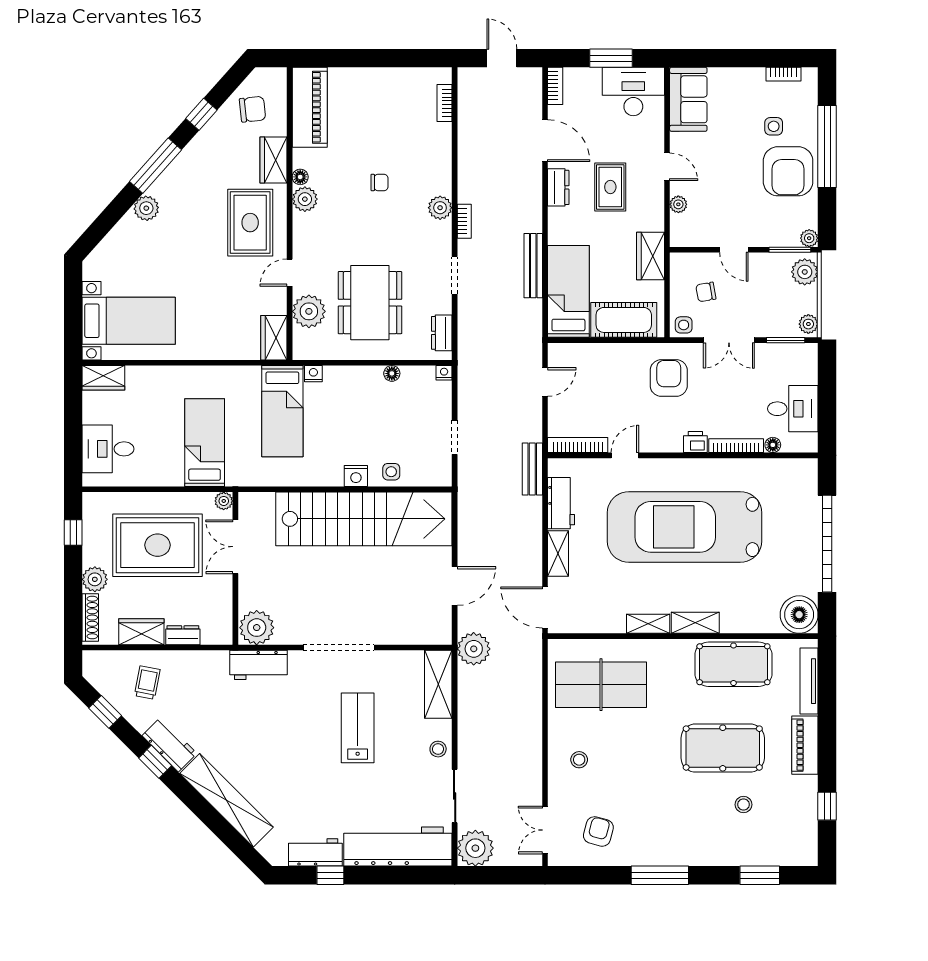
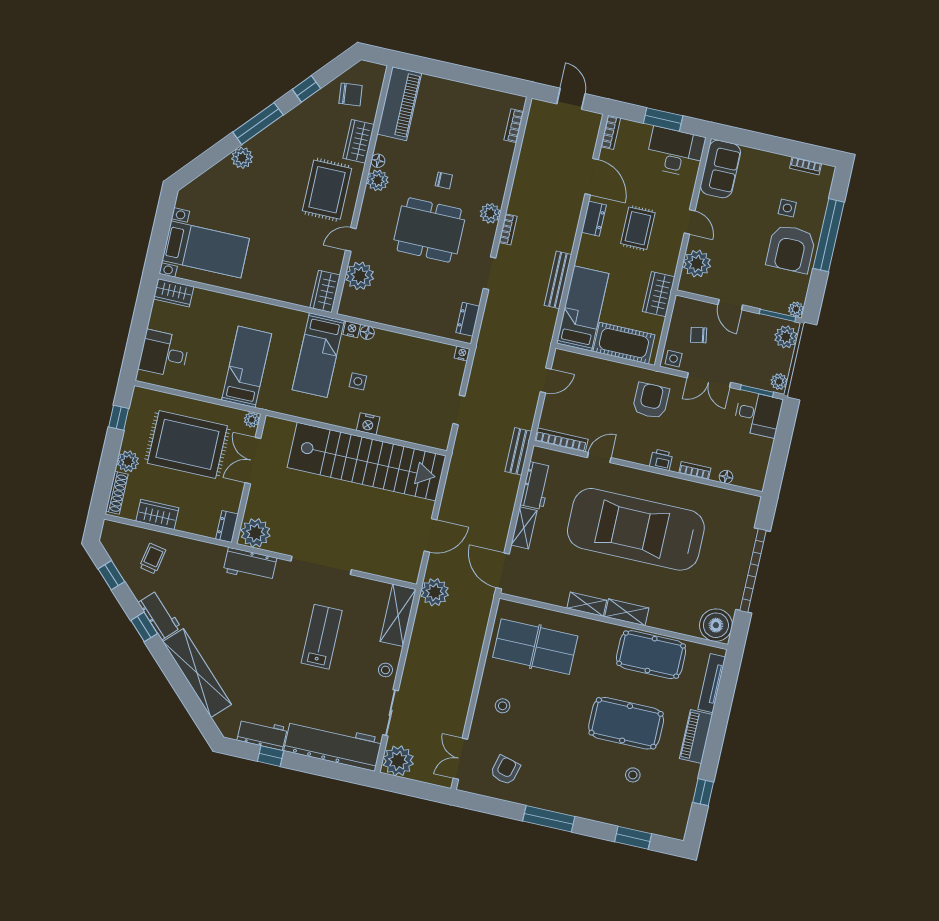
plant: (678, 204) -> (697, 264), width x1.88, depth x1.88
dining table: (370, 303) -> (429, 230), moved, turned 90
floor lamp: (392, 373) -> (367, 333), moved
desk: (793, 409) -> (758, 414), moved
bookcase: (736, 446) -> (695, 471), width x0.64
side table: (391, 472) -> (358, 381), moved
dresser: (183, 635) -> (227, 527), moved, turned -90

